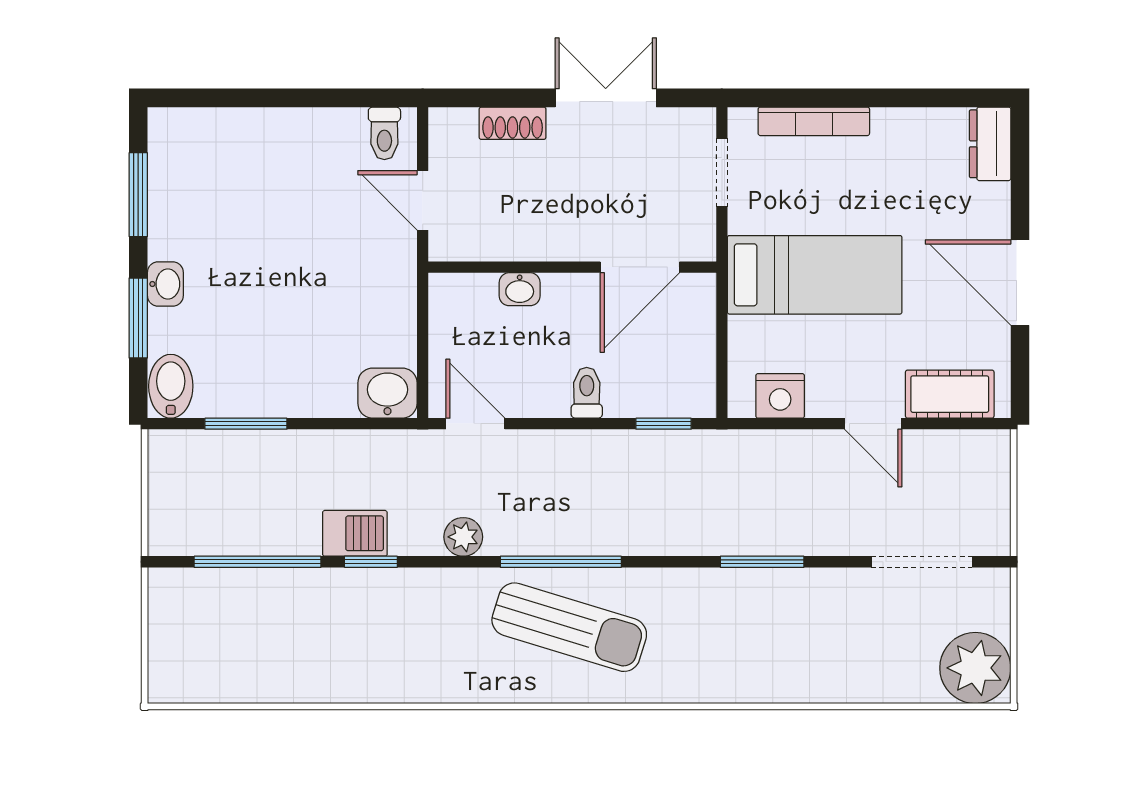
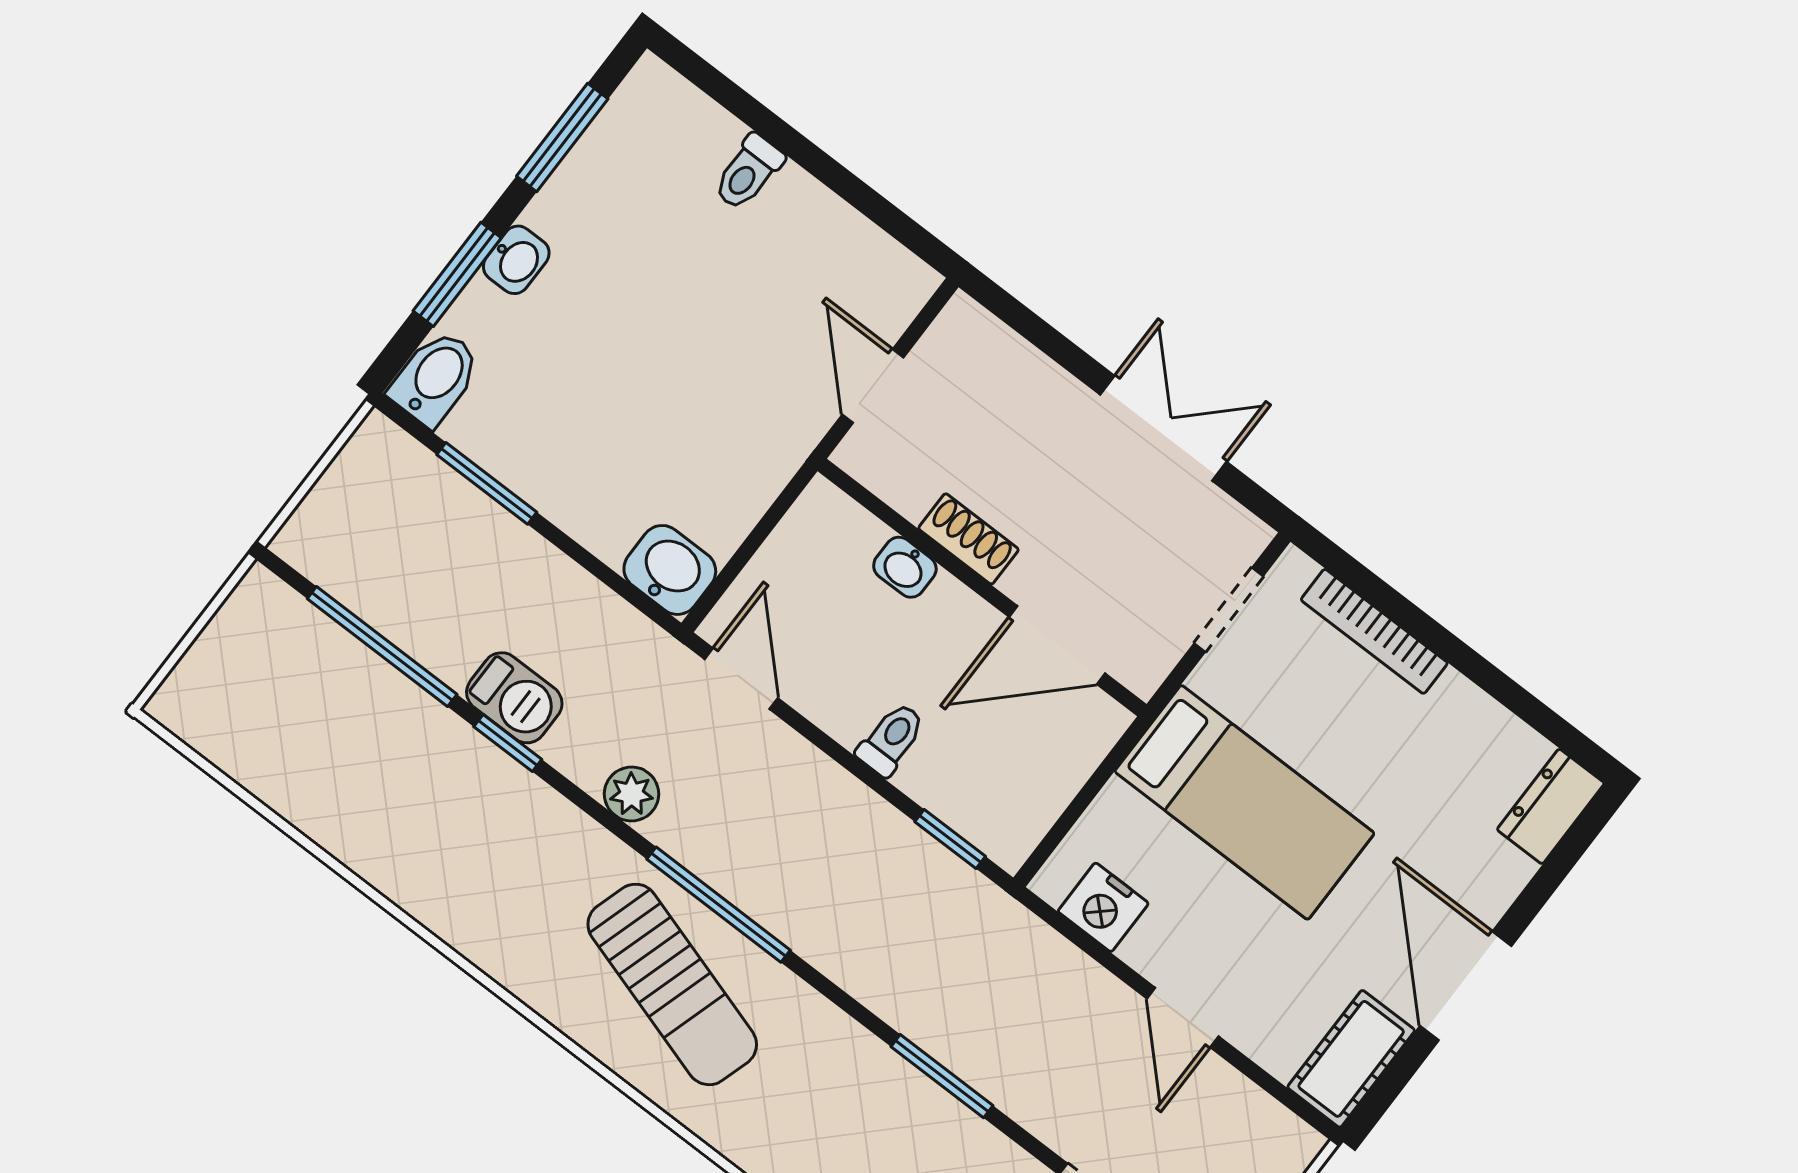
shoe rack: (513, 123) -> (969, 539), moved, turned 180
toilet: (384, 133) -> (748, 172), moved
cot: (950, 394) -> (1351, 1059), moved, turned 90

